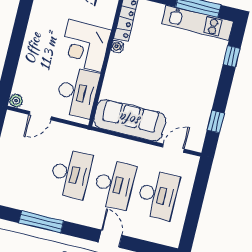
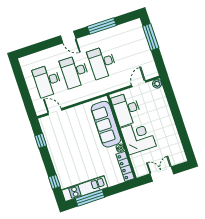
sofa: (130, 120) -> (106, 124), moved, turned 90
door: (173, 148) -> (55, 112), swing flipped
door: (110, 239) -> (68, 37), moved

